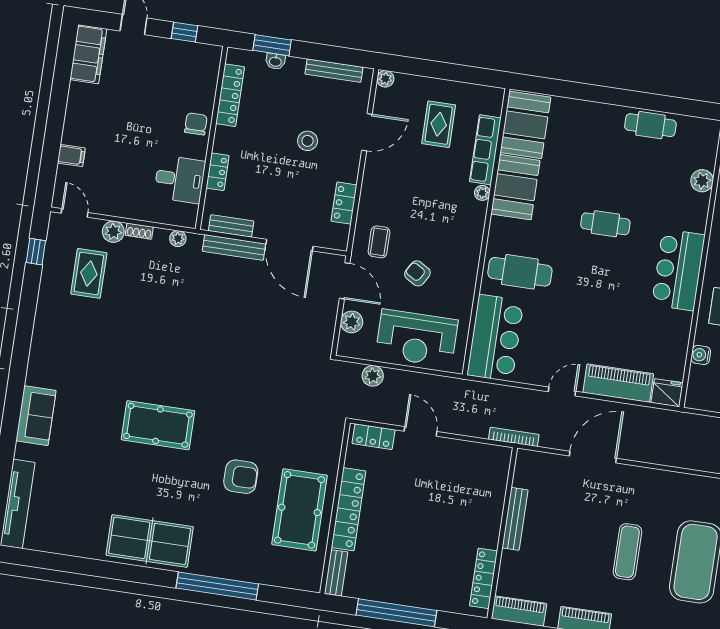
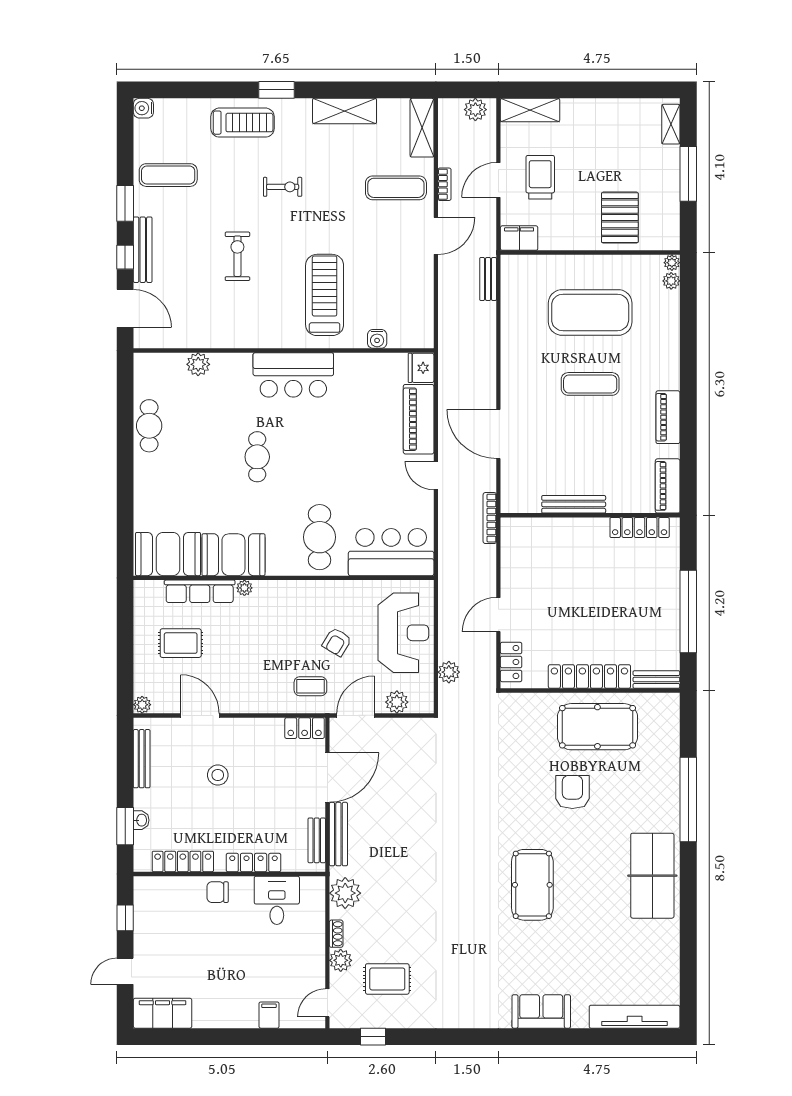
locker: (218, 172) -> (254, 863), width x1.53
locker: (344, 203) -> (305, 728), moved
plant: (178, 239) -> (345, 893), width x1.87, depth x1.87

